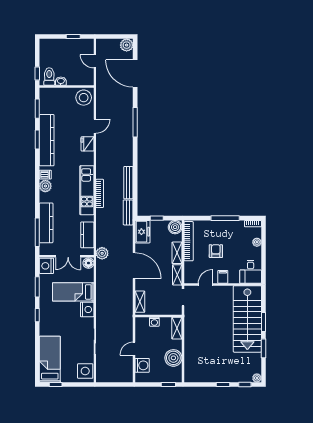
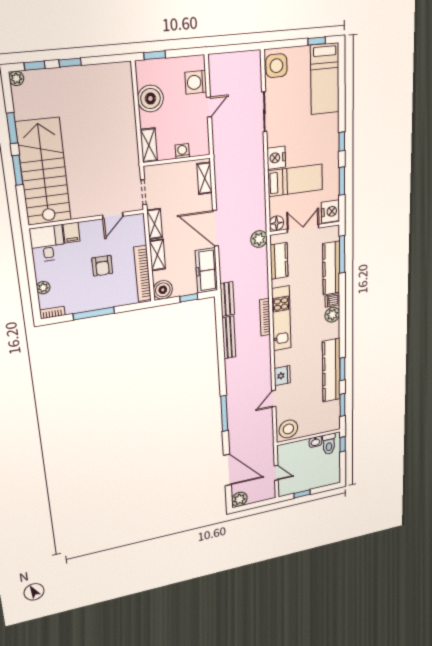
dishwasher: (45, 175) -> (332, 300), moved
freezer: (143, 232) -> (206, 270), width x1.40
filing cabinet: (223, 277) -> (71, 233), moved

